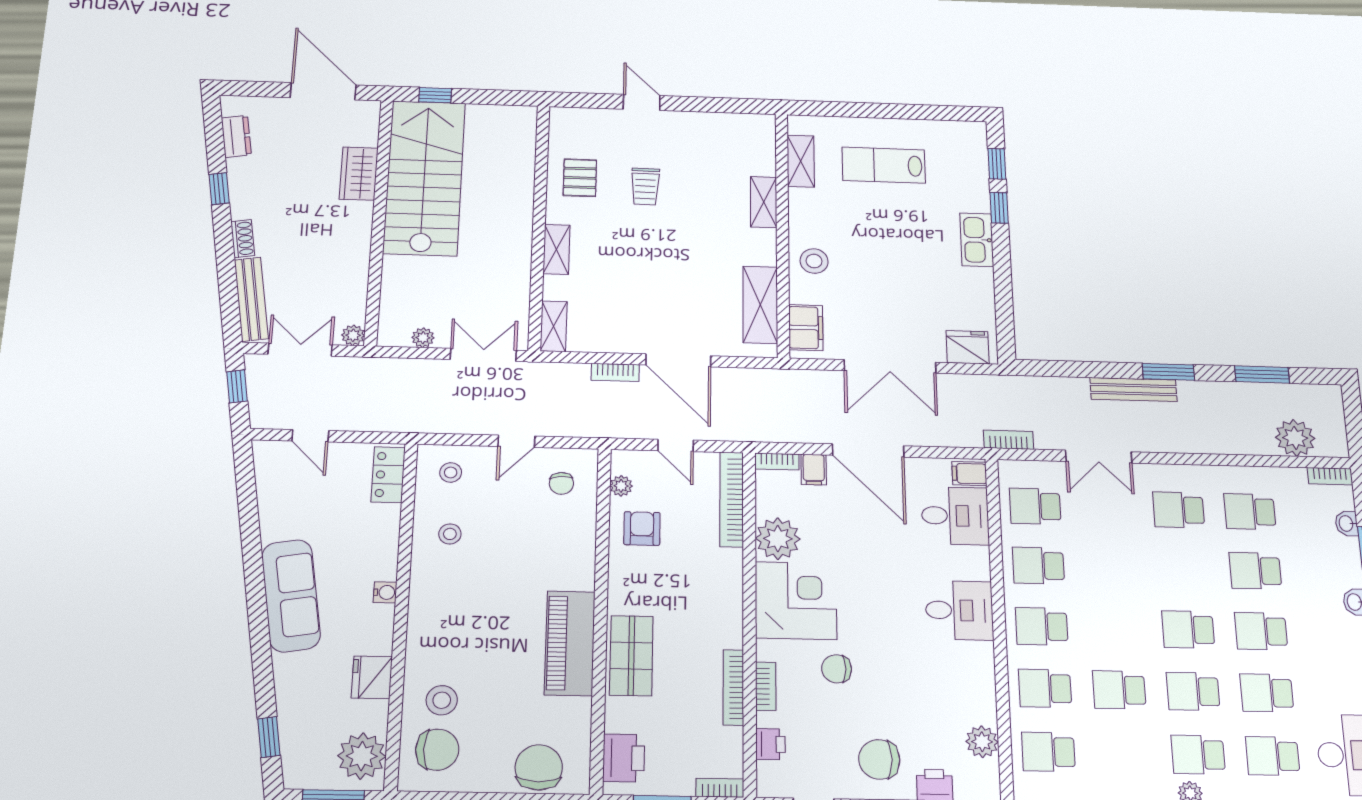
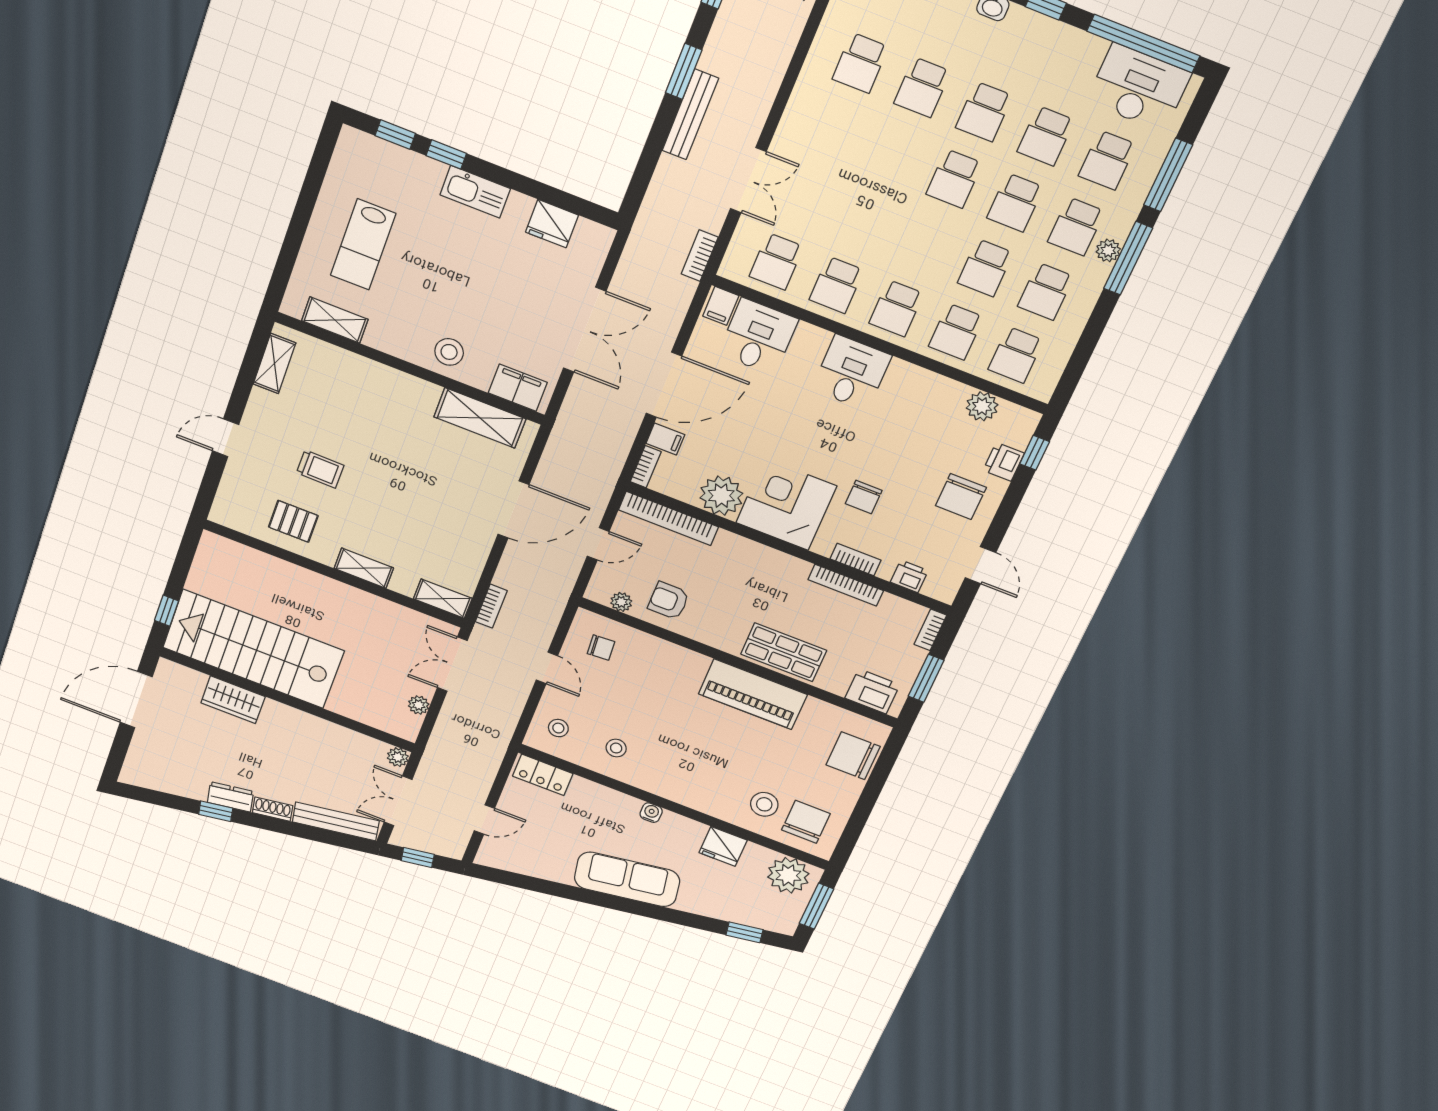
dresser: (236, 136) -> (230, 797), moved
shelving: (764, 202) -> (274, 364), moved, turned 90
fridge: (968, 347) -> (552, 224), moved, turned -90
bookcase: (615, 372) -> (491, 606), moved
school desk: (1179, 510) -> (1046, 291), moved

